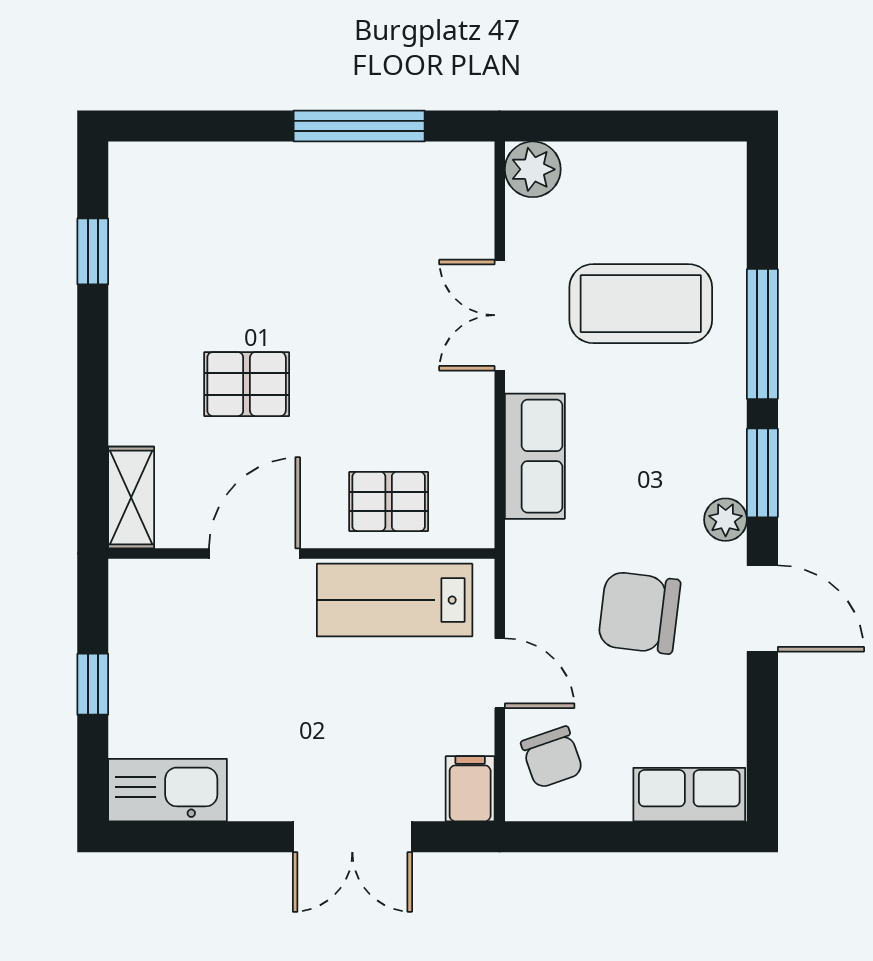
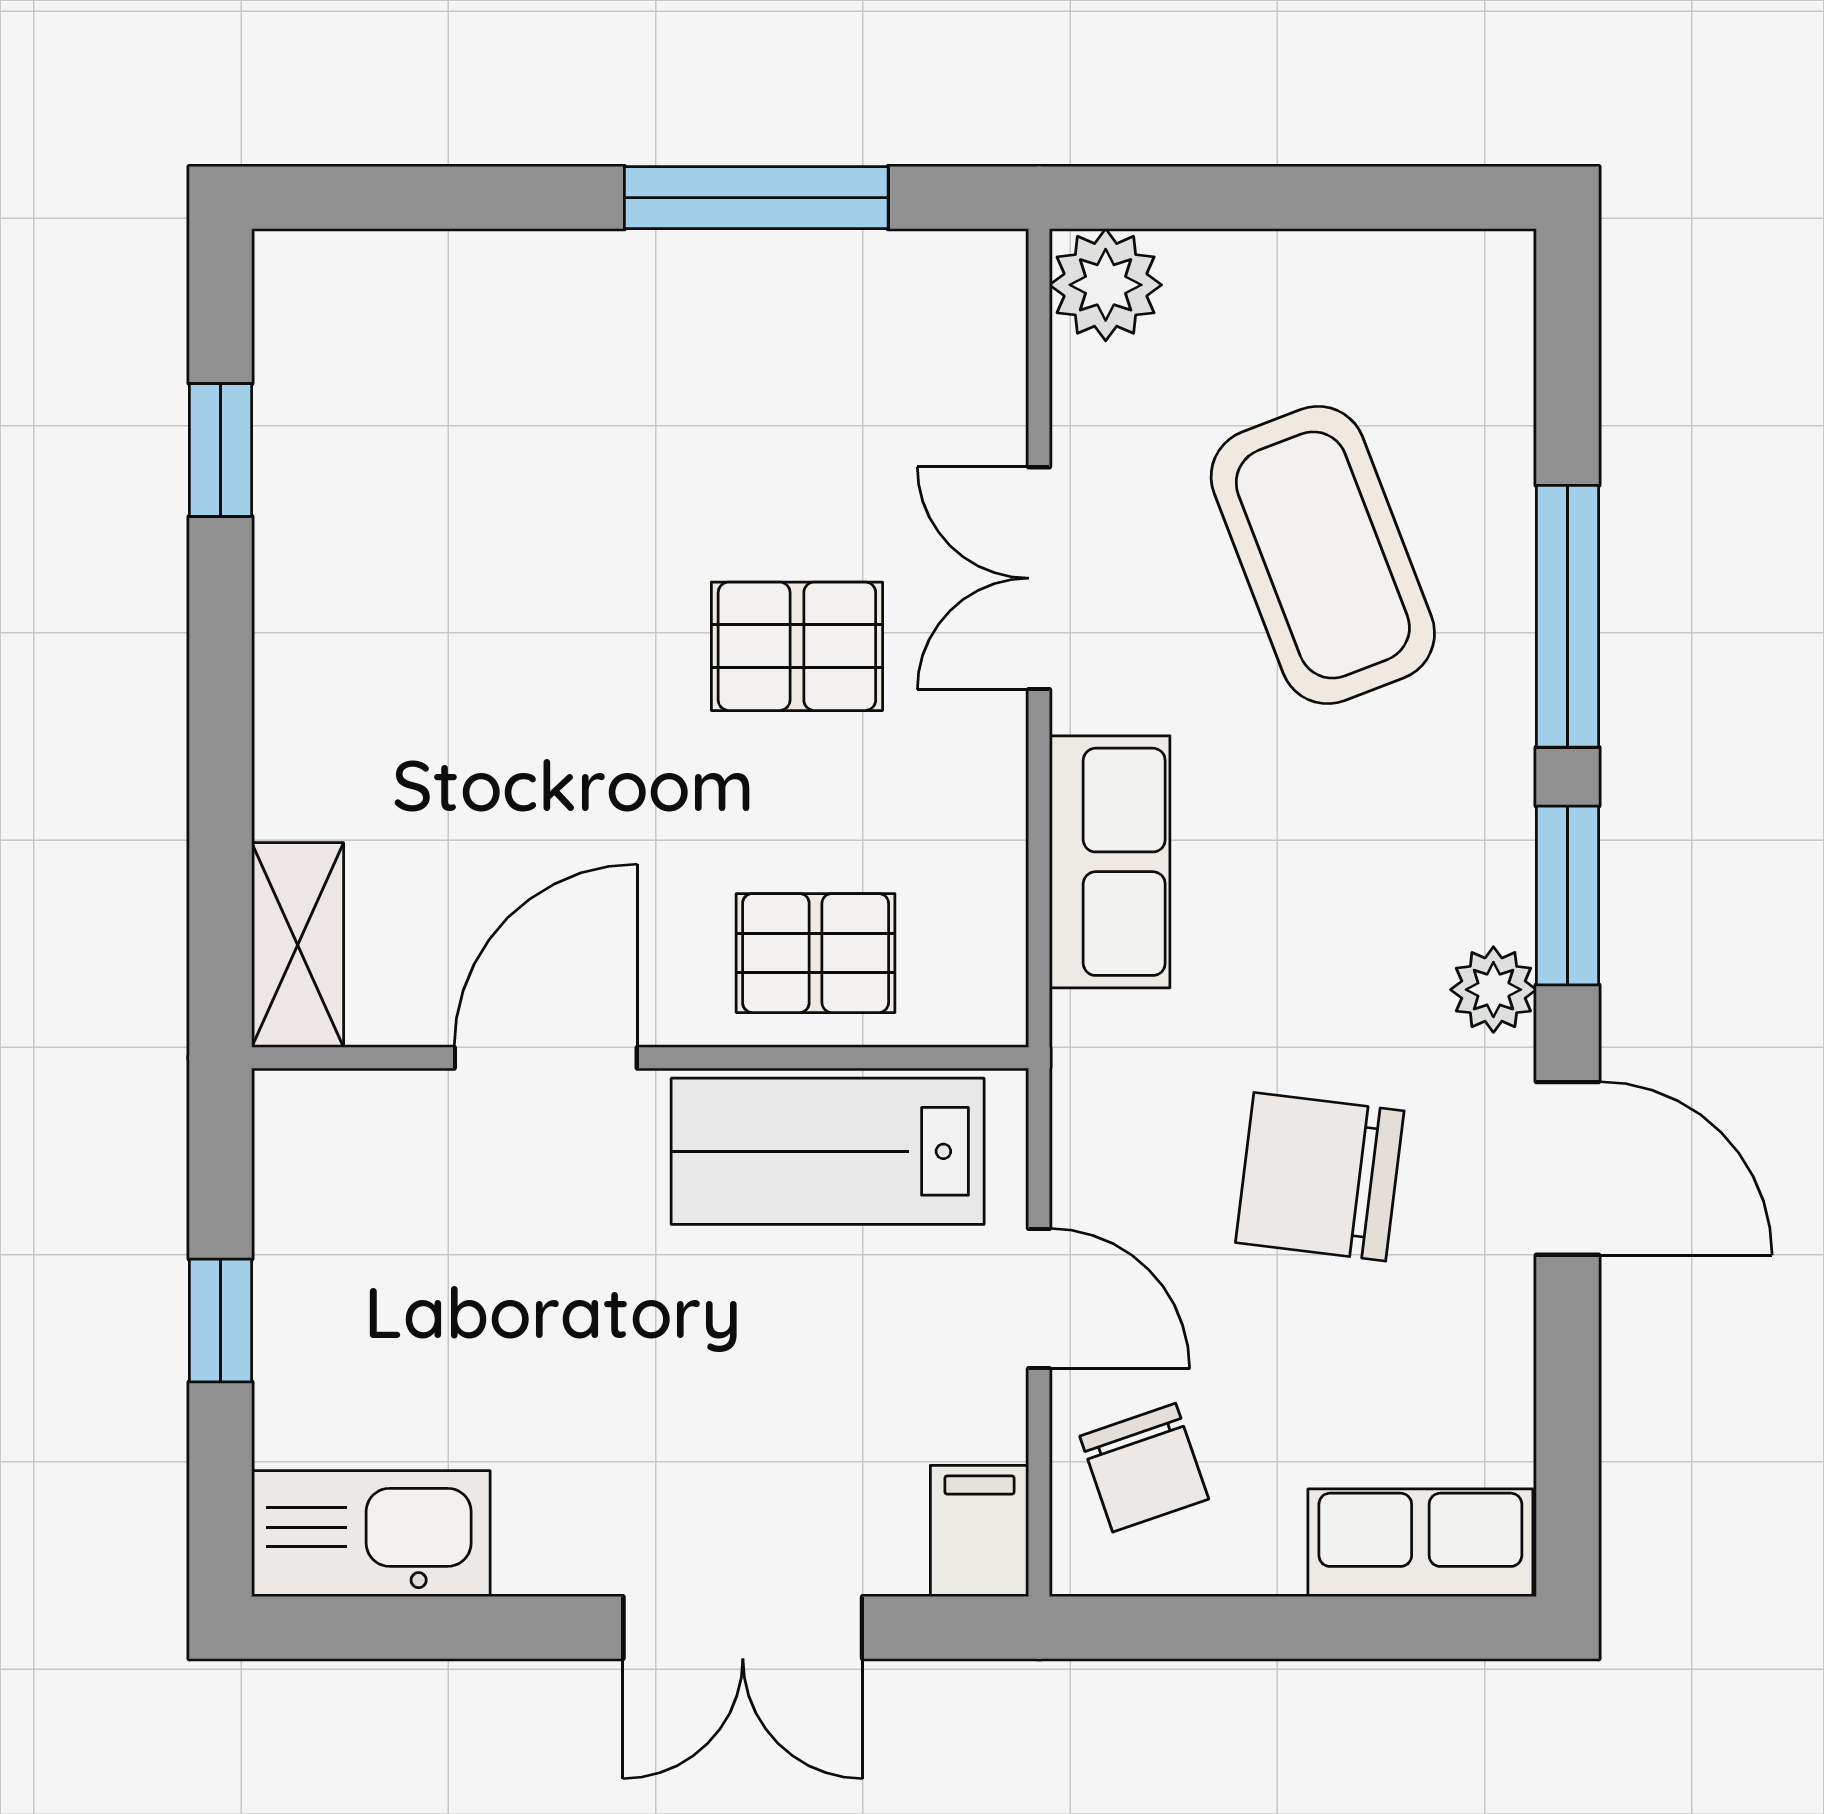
coffee table: (641, 304) -> (1323, 555), turned 69
pallet: (247, 384) -> (797, 646), moved

